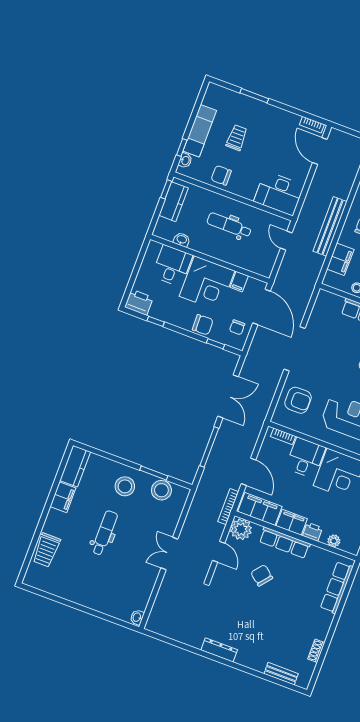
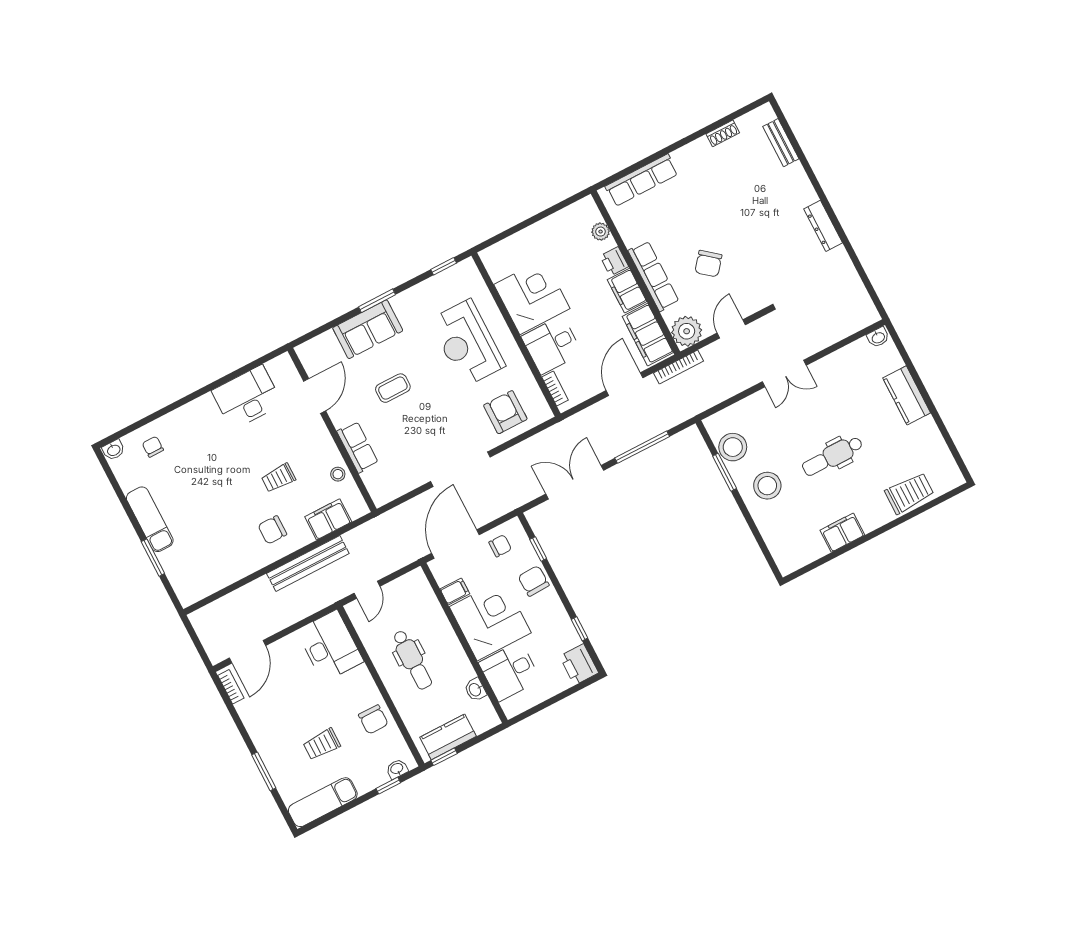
exam couch: (200, 131) -> (323, 802), moved
kitchen counter: (75, 466) -> (907, 395), moved, turned -90

